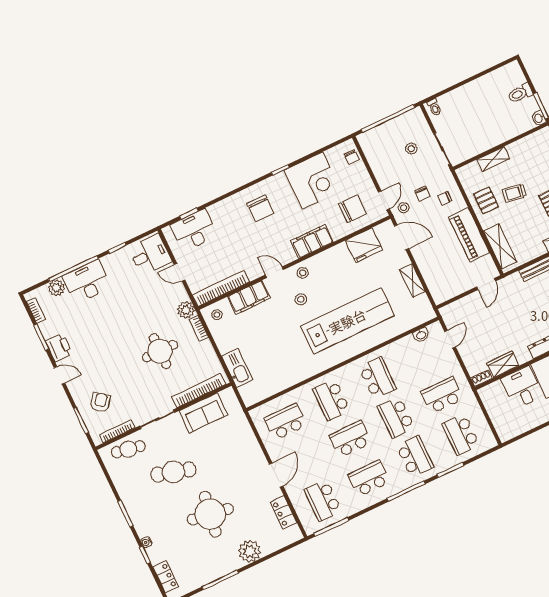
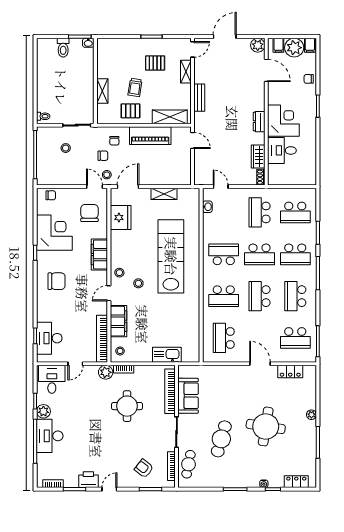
plant: (56, 288) -> (43, 411), moved
school desk: (415, 456) -> (295, 254), turned 180
plant: (250, 551) -> (311, 415), width x0.53, depth x0.53

